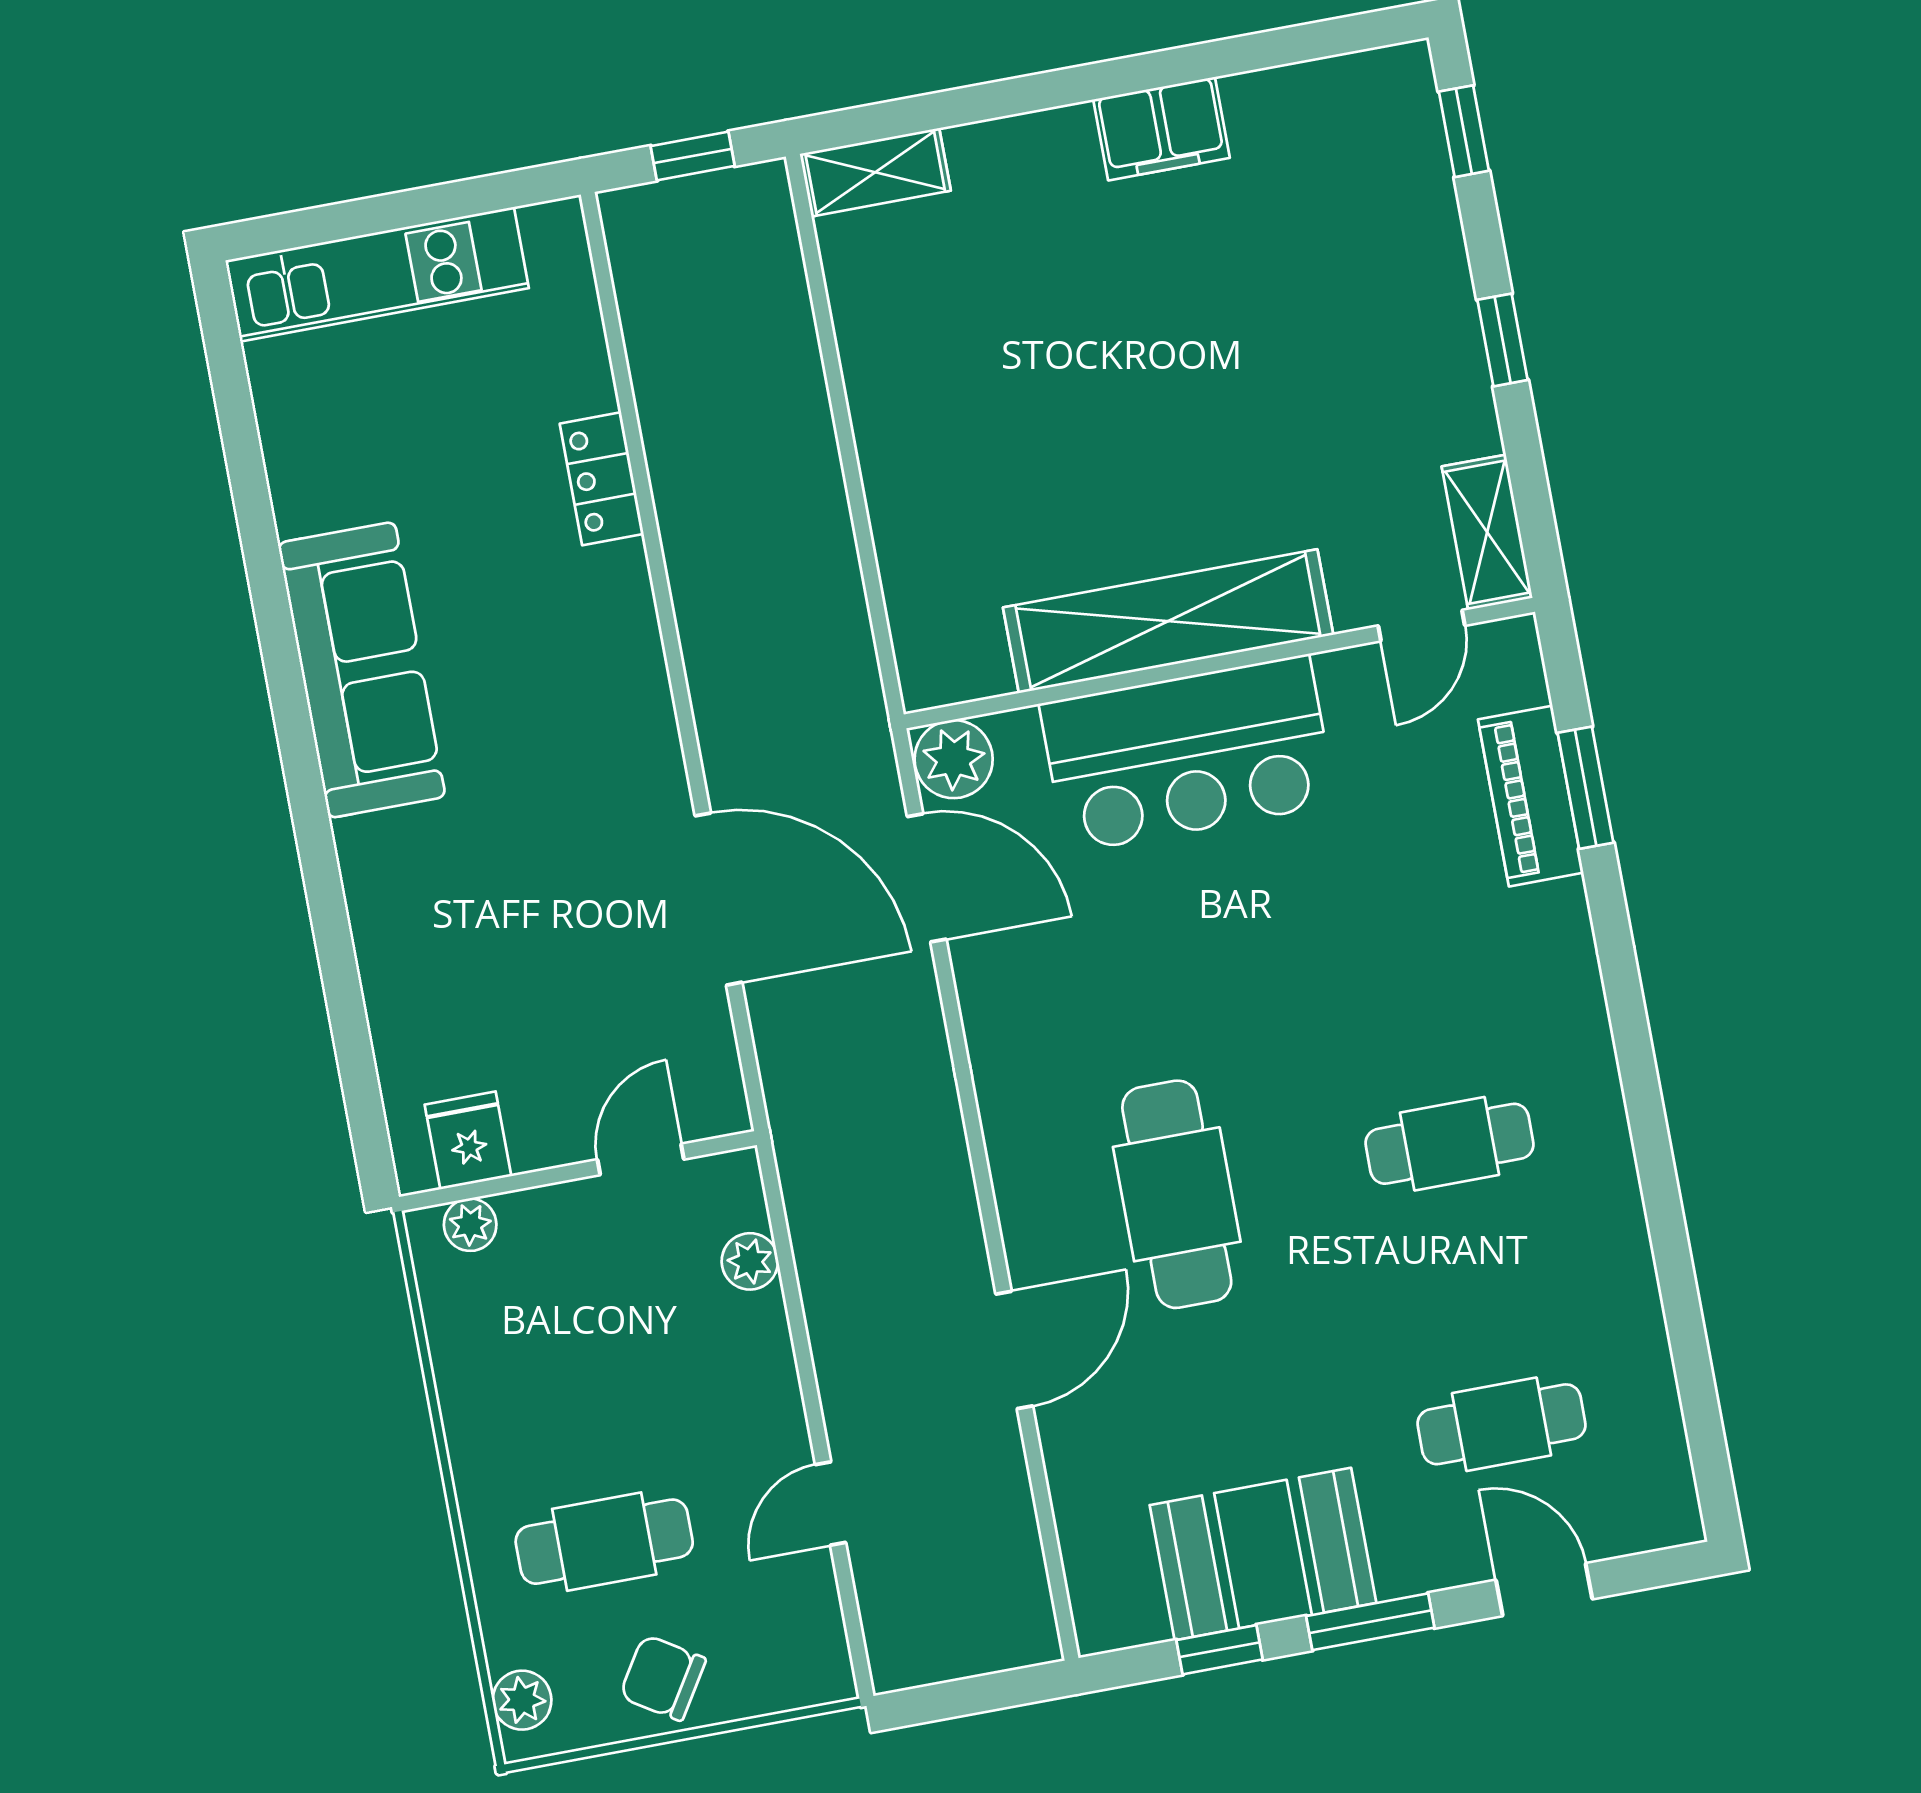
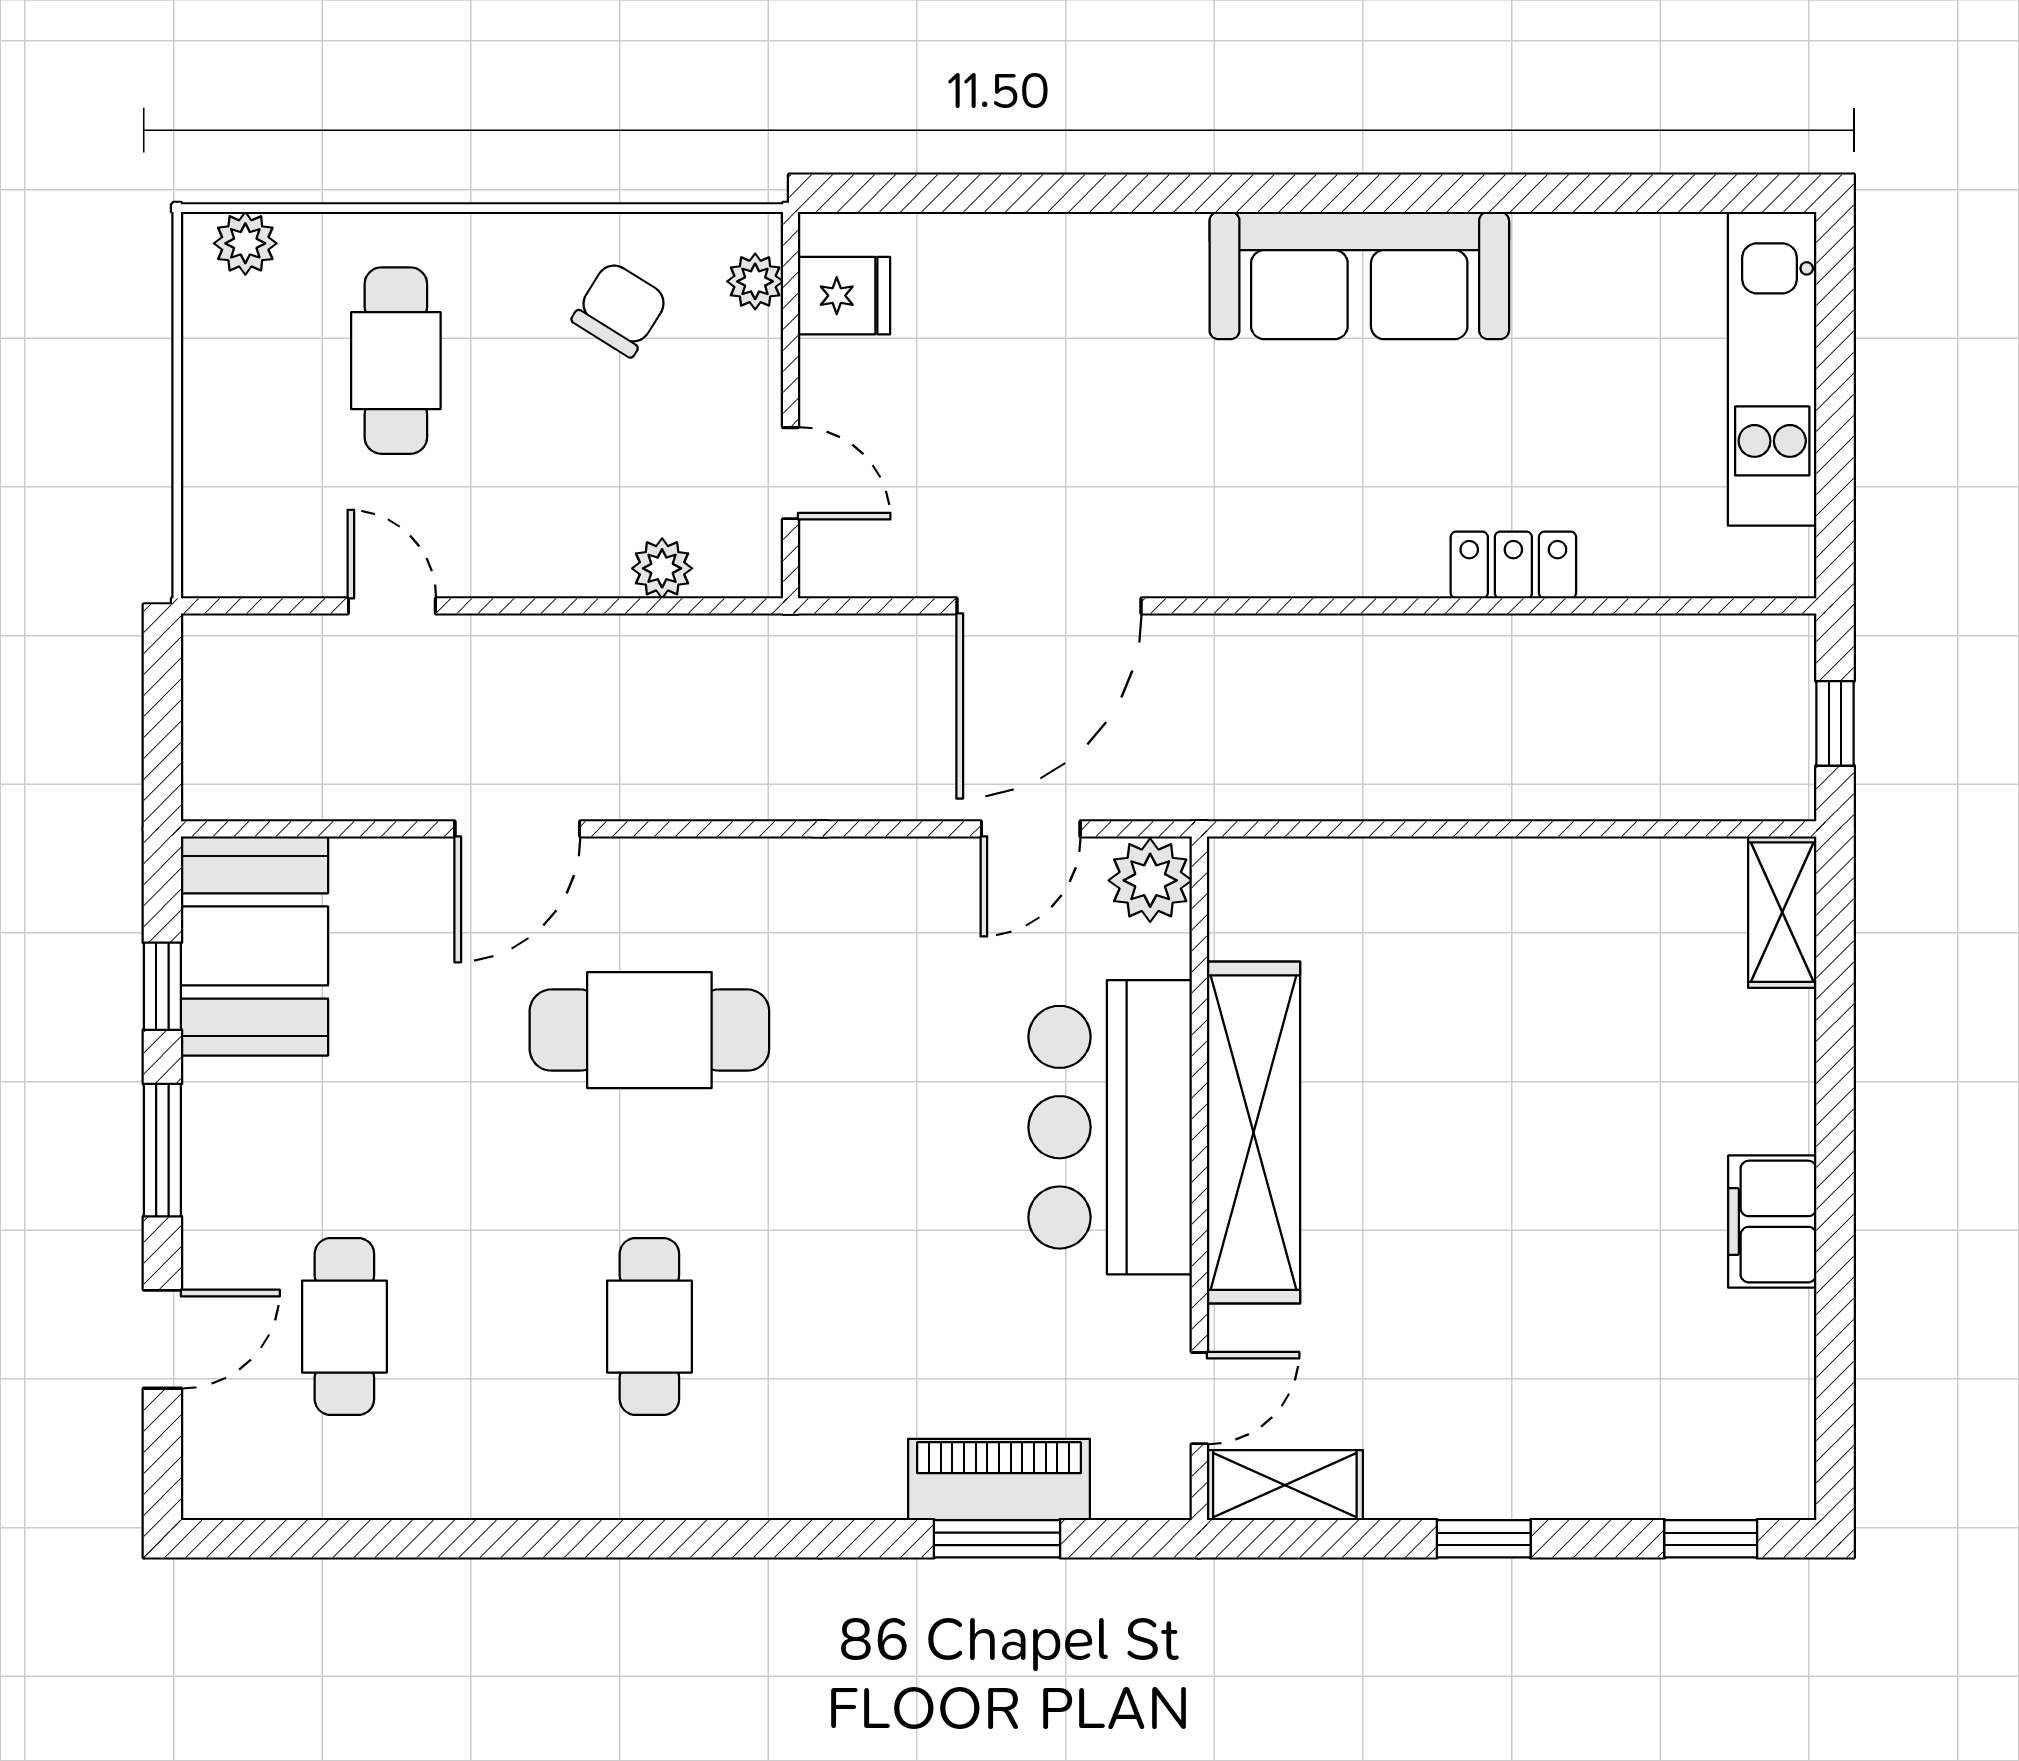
door: (1422, 626) -> (1199, 1398), swing flipped
door: (927, 878) -> (1031, 829), width x0.73
door: (1014, 1350) -> (517, 829), hinge flipped
booth: (1263, 1554) -> (255, 946), moved
chair: (663, 1678) -> (620, 309), moved

